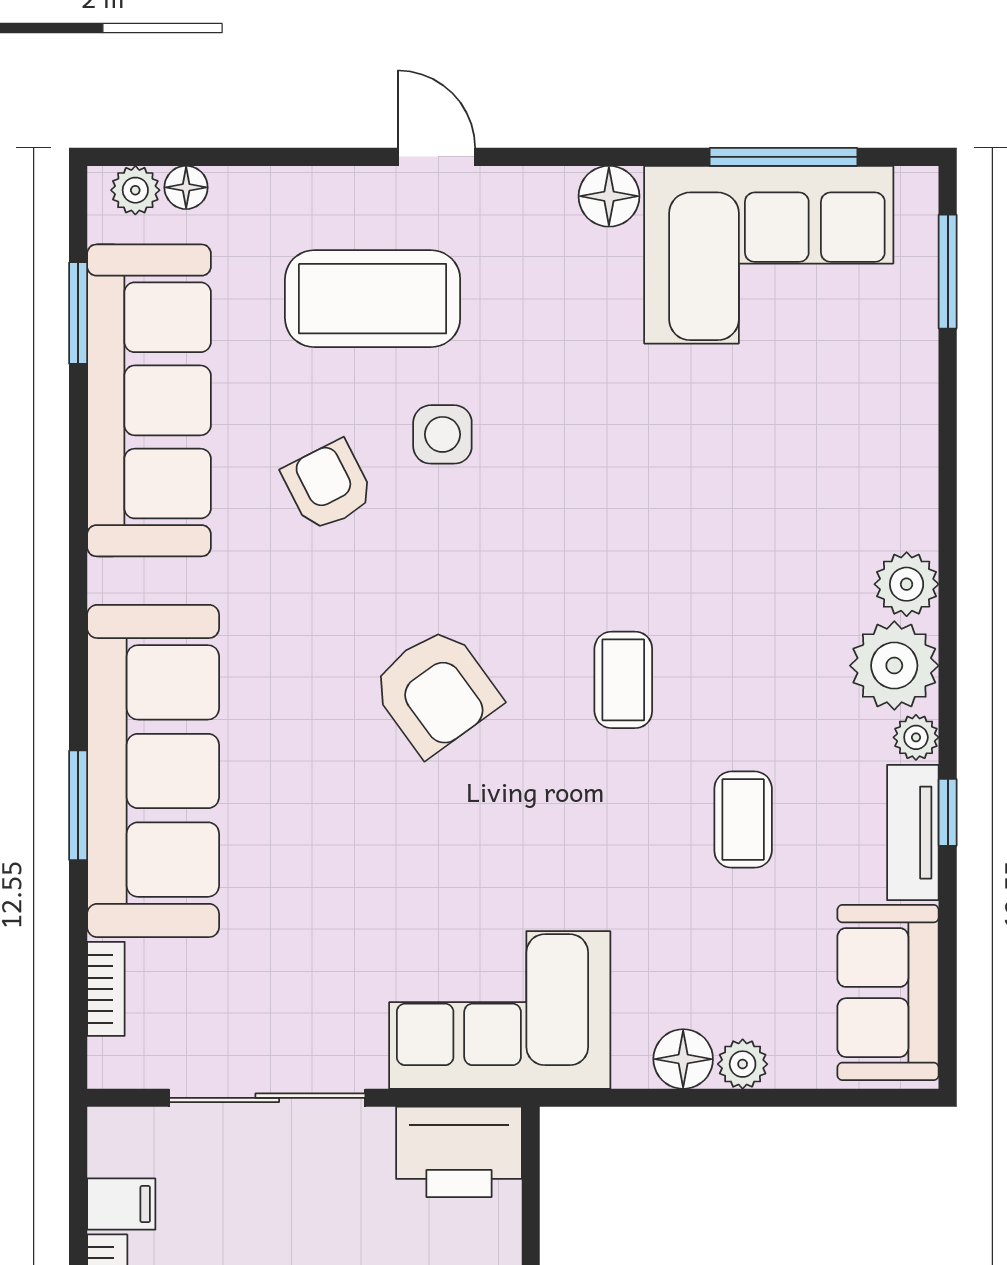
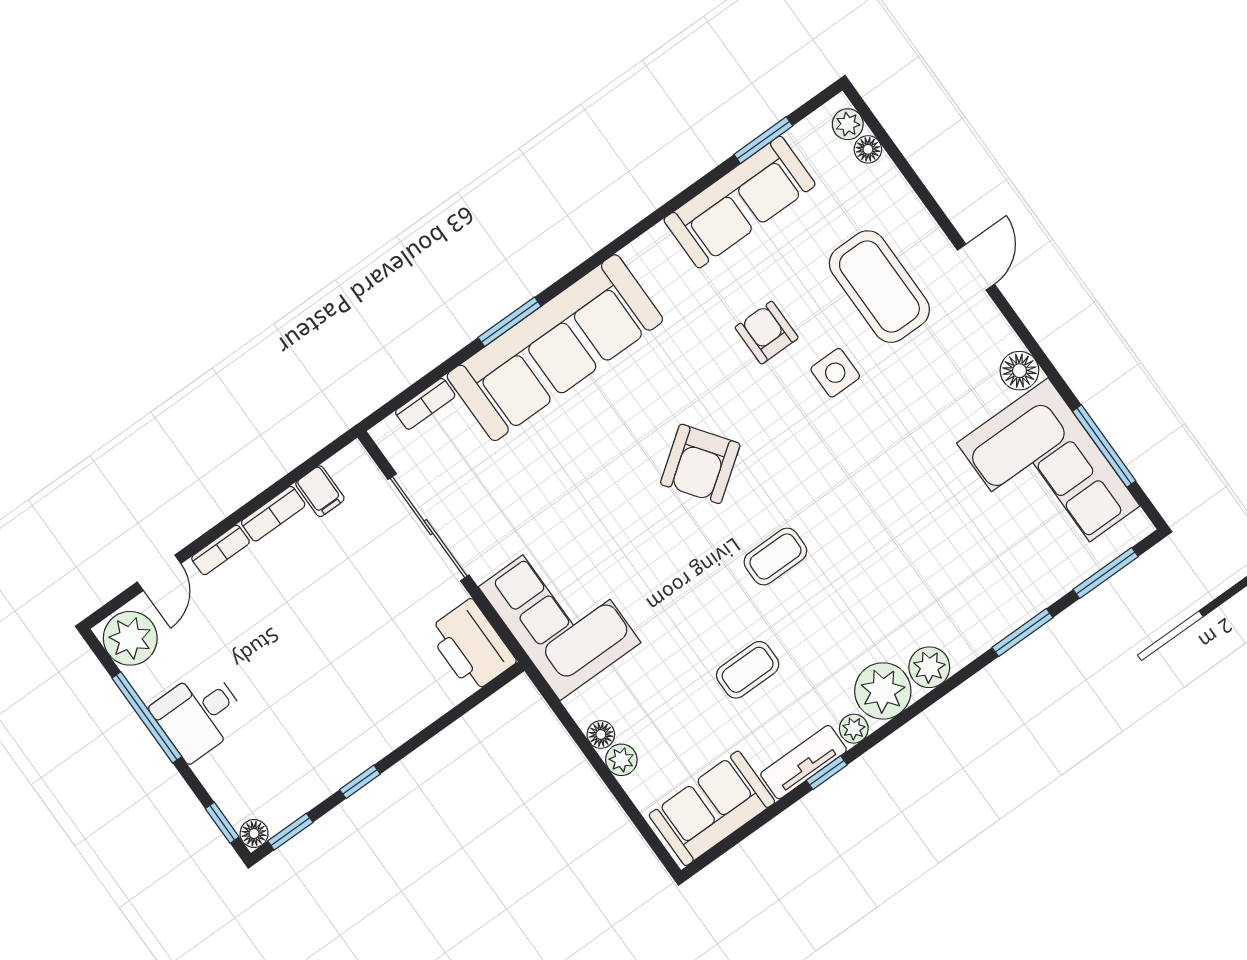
sofa: (149, 400) -> (740, 202), width x0.74, depth x0.79
window: (948, 433) -> (1023, 632), added
armchair: (328, 486) -> (767, 333), turned -63
floor lamp: (683, 1059) -> (601, 734), width x0.73, depth x0.73

